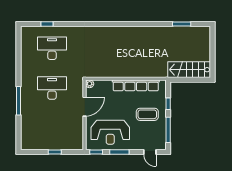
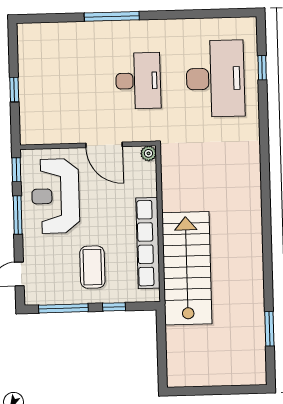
desk: (52, 48) -> (215, 79), width x1.36, depth x1.30
stairs: (189, 70) -> (187, 268), moved, width x1.36, depth x1.51

